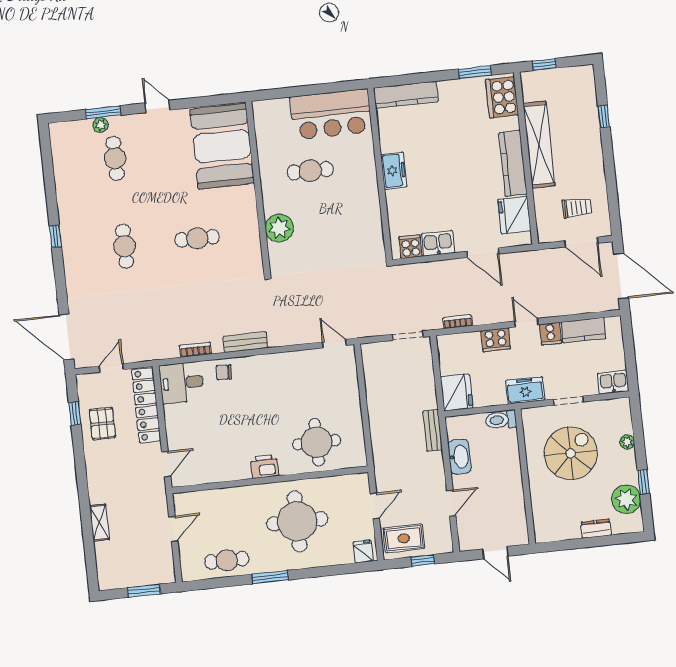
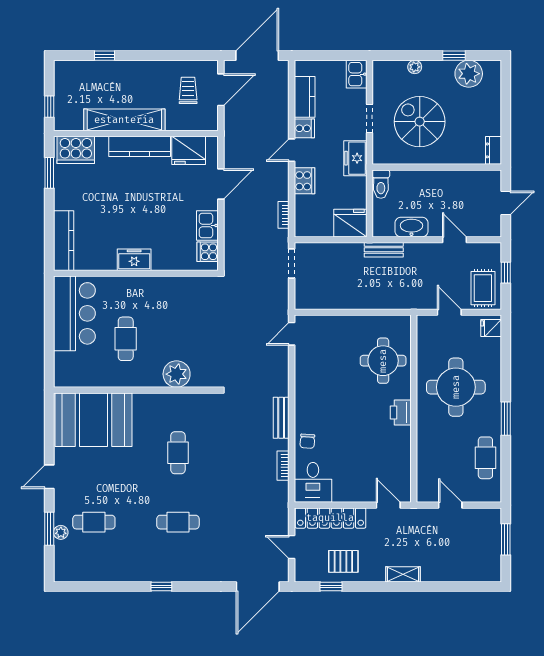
shelving: (99, 523) -> (403, 574), moved
dresser: (596, 529) -> (493, 150), moved

